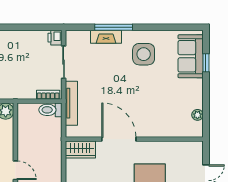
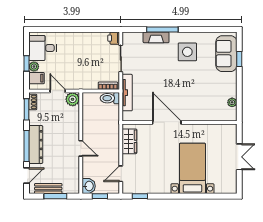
wardrobe: (80, 150) -> (129, 141), moved, turned -90

